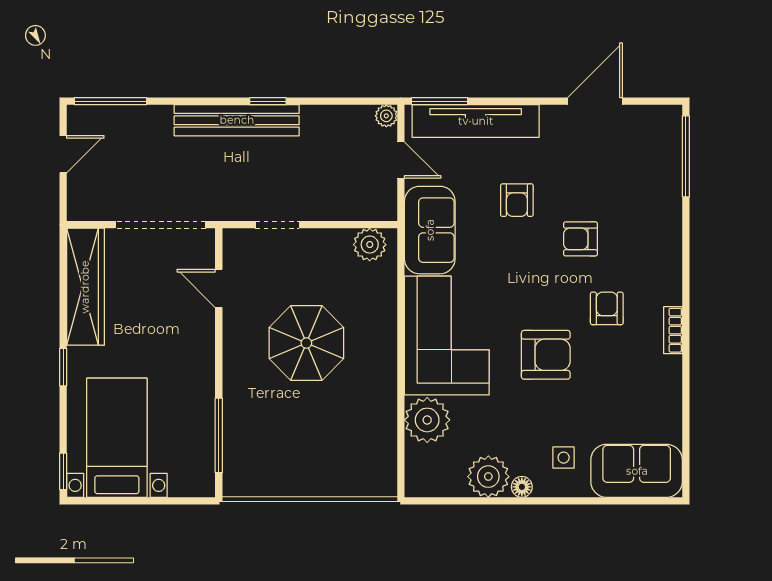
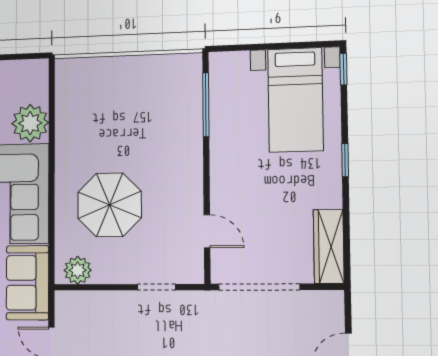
wardrobe: (85, 287) -> (329, 246), width x0.71, depth x0.85
parasol: (306, 343) -> (110, 205), moved

